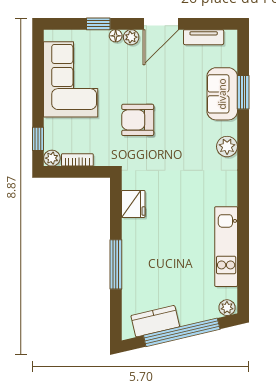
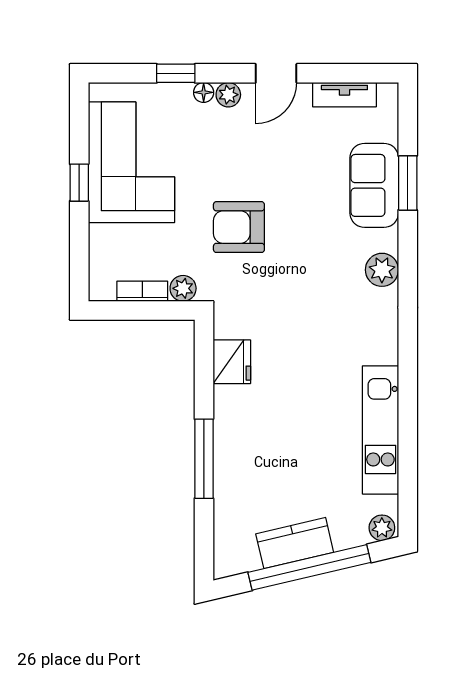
door: (161, 24) -> (276, 73), width x0.73
window: (38, 139) -> (79, 183), moved
plant: (52, 158) -> (183, 288), moved
kitchen counter: (155, 321) -> (295, 543), moved

